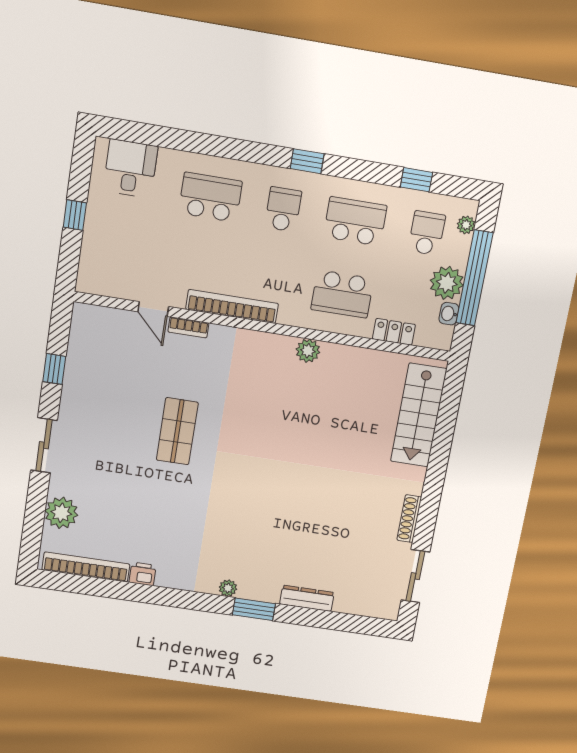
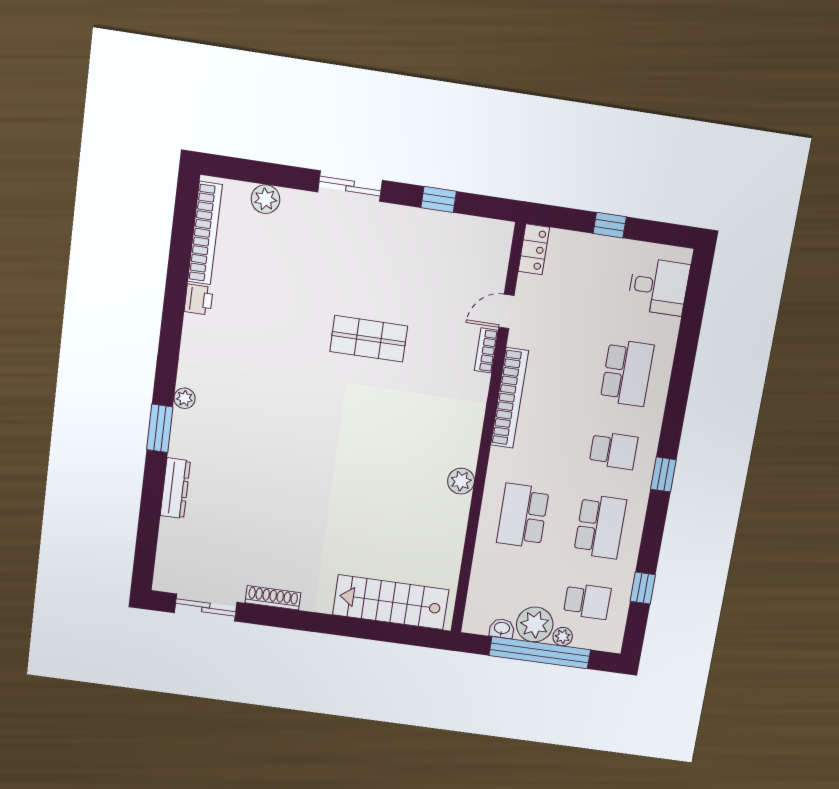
plant: (466, 225) -> (563, 637), moved
locker: (394, 332) -> (534, 249), moved
plant: (61, 513) -> (265, 199), width x0.73, depth x0.73

